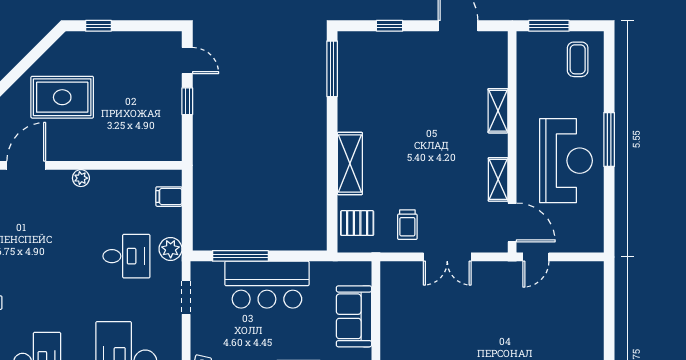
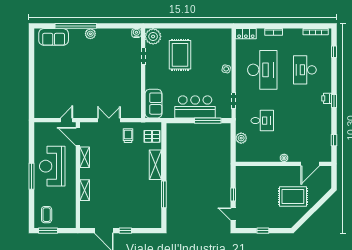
window: (99, 26) -> (263, 231), moved
window: (390, 26) -> (125, 231), moved
window: (549, 26) -> (48, 231), moved
window: (332, 69) -> (164, 194), moved
filing cabinet: (169, 197) -> (242, 149), removed
plant: (171, 249) -> (241, 138), moved
desk: (126, 256) -> (262, 121), turned 180
sofa: (354, 316) -> (153, 104), moved

